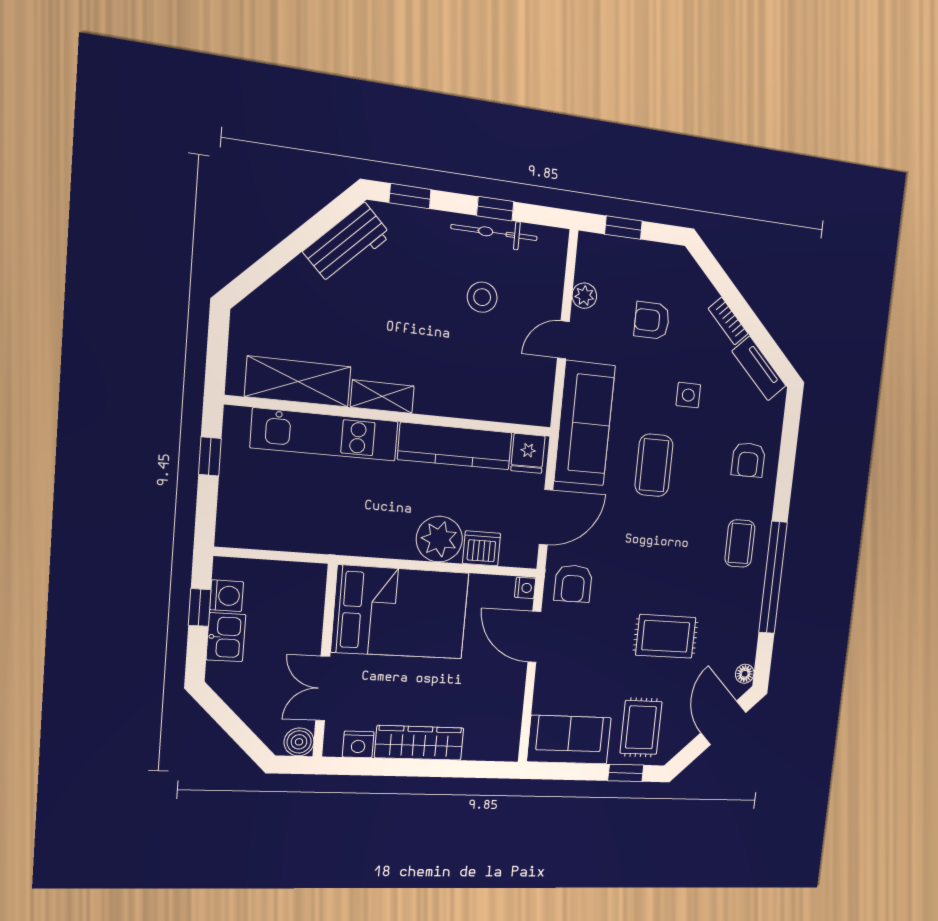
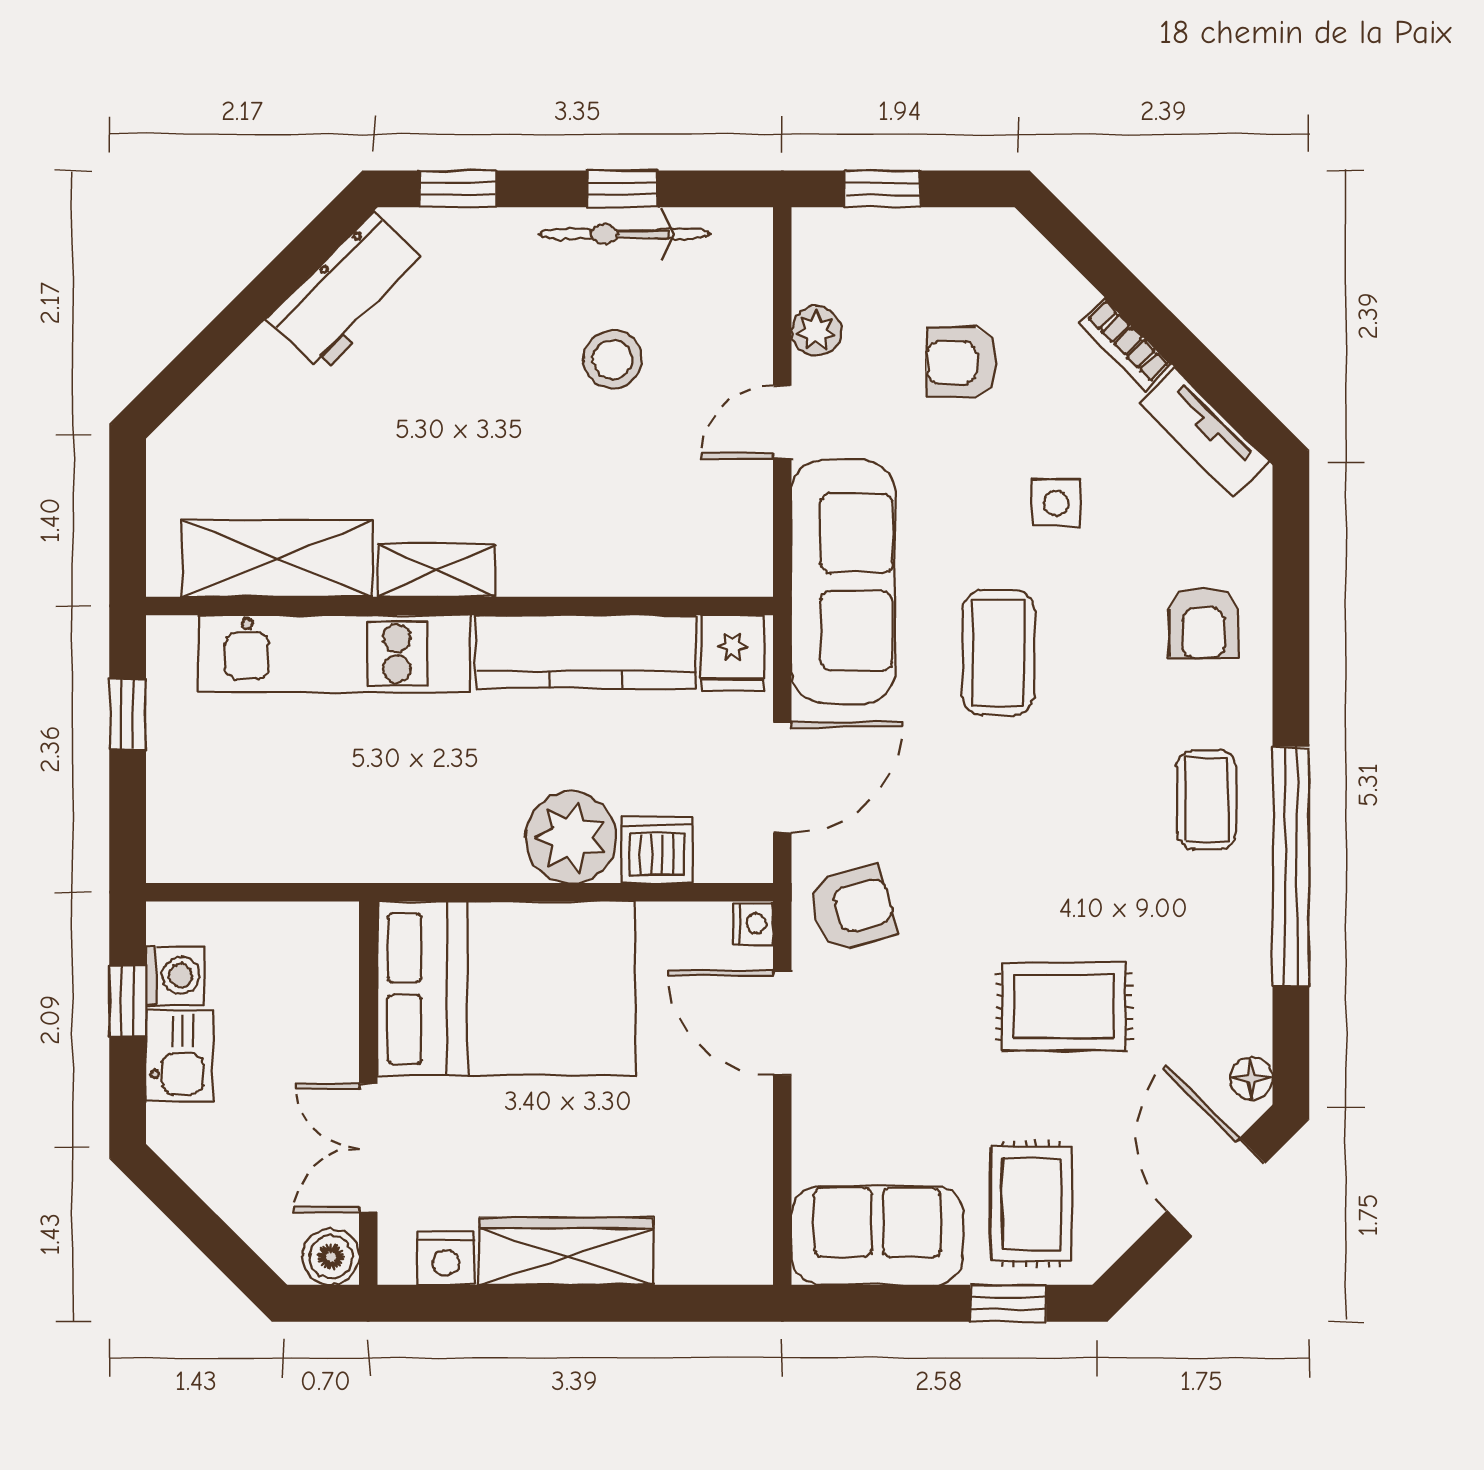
armchair: (573, 584) -> (853, 908), turned -106

